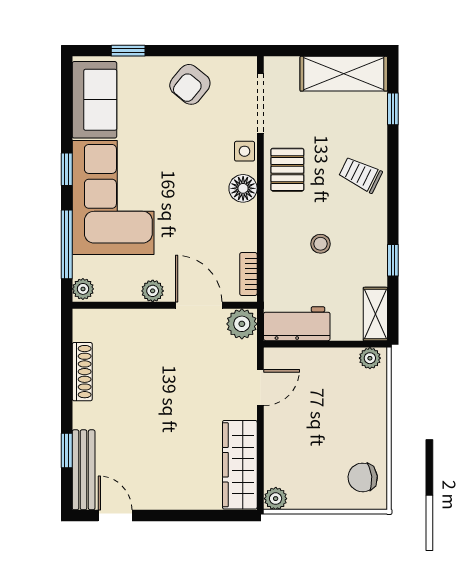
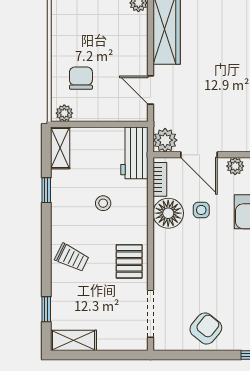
shelving: (344, 74) -> (73, 340), width x0.67, depth x0.75
side table: (245, 151) -> (201, 210), moved
floor lamp: (243, 188) -> (168, 213), moved, width x1.38, depth x1.38
workbench: (297, 324) -> (134, 153), moved, turned 90
door: (260, 388) -> (150, 90), hinge flipped
chair: (363, 477) -> (81, 78), moved, turned -84

